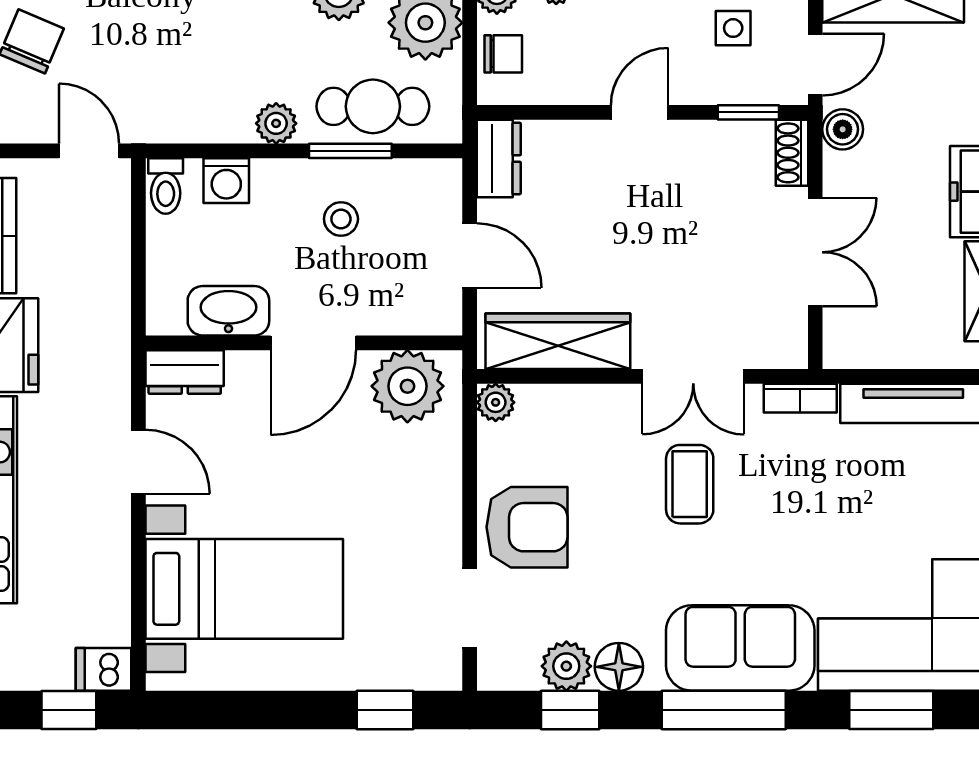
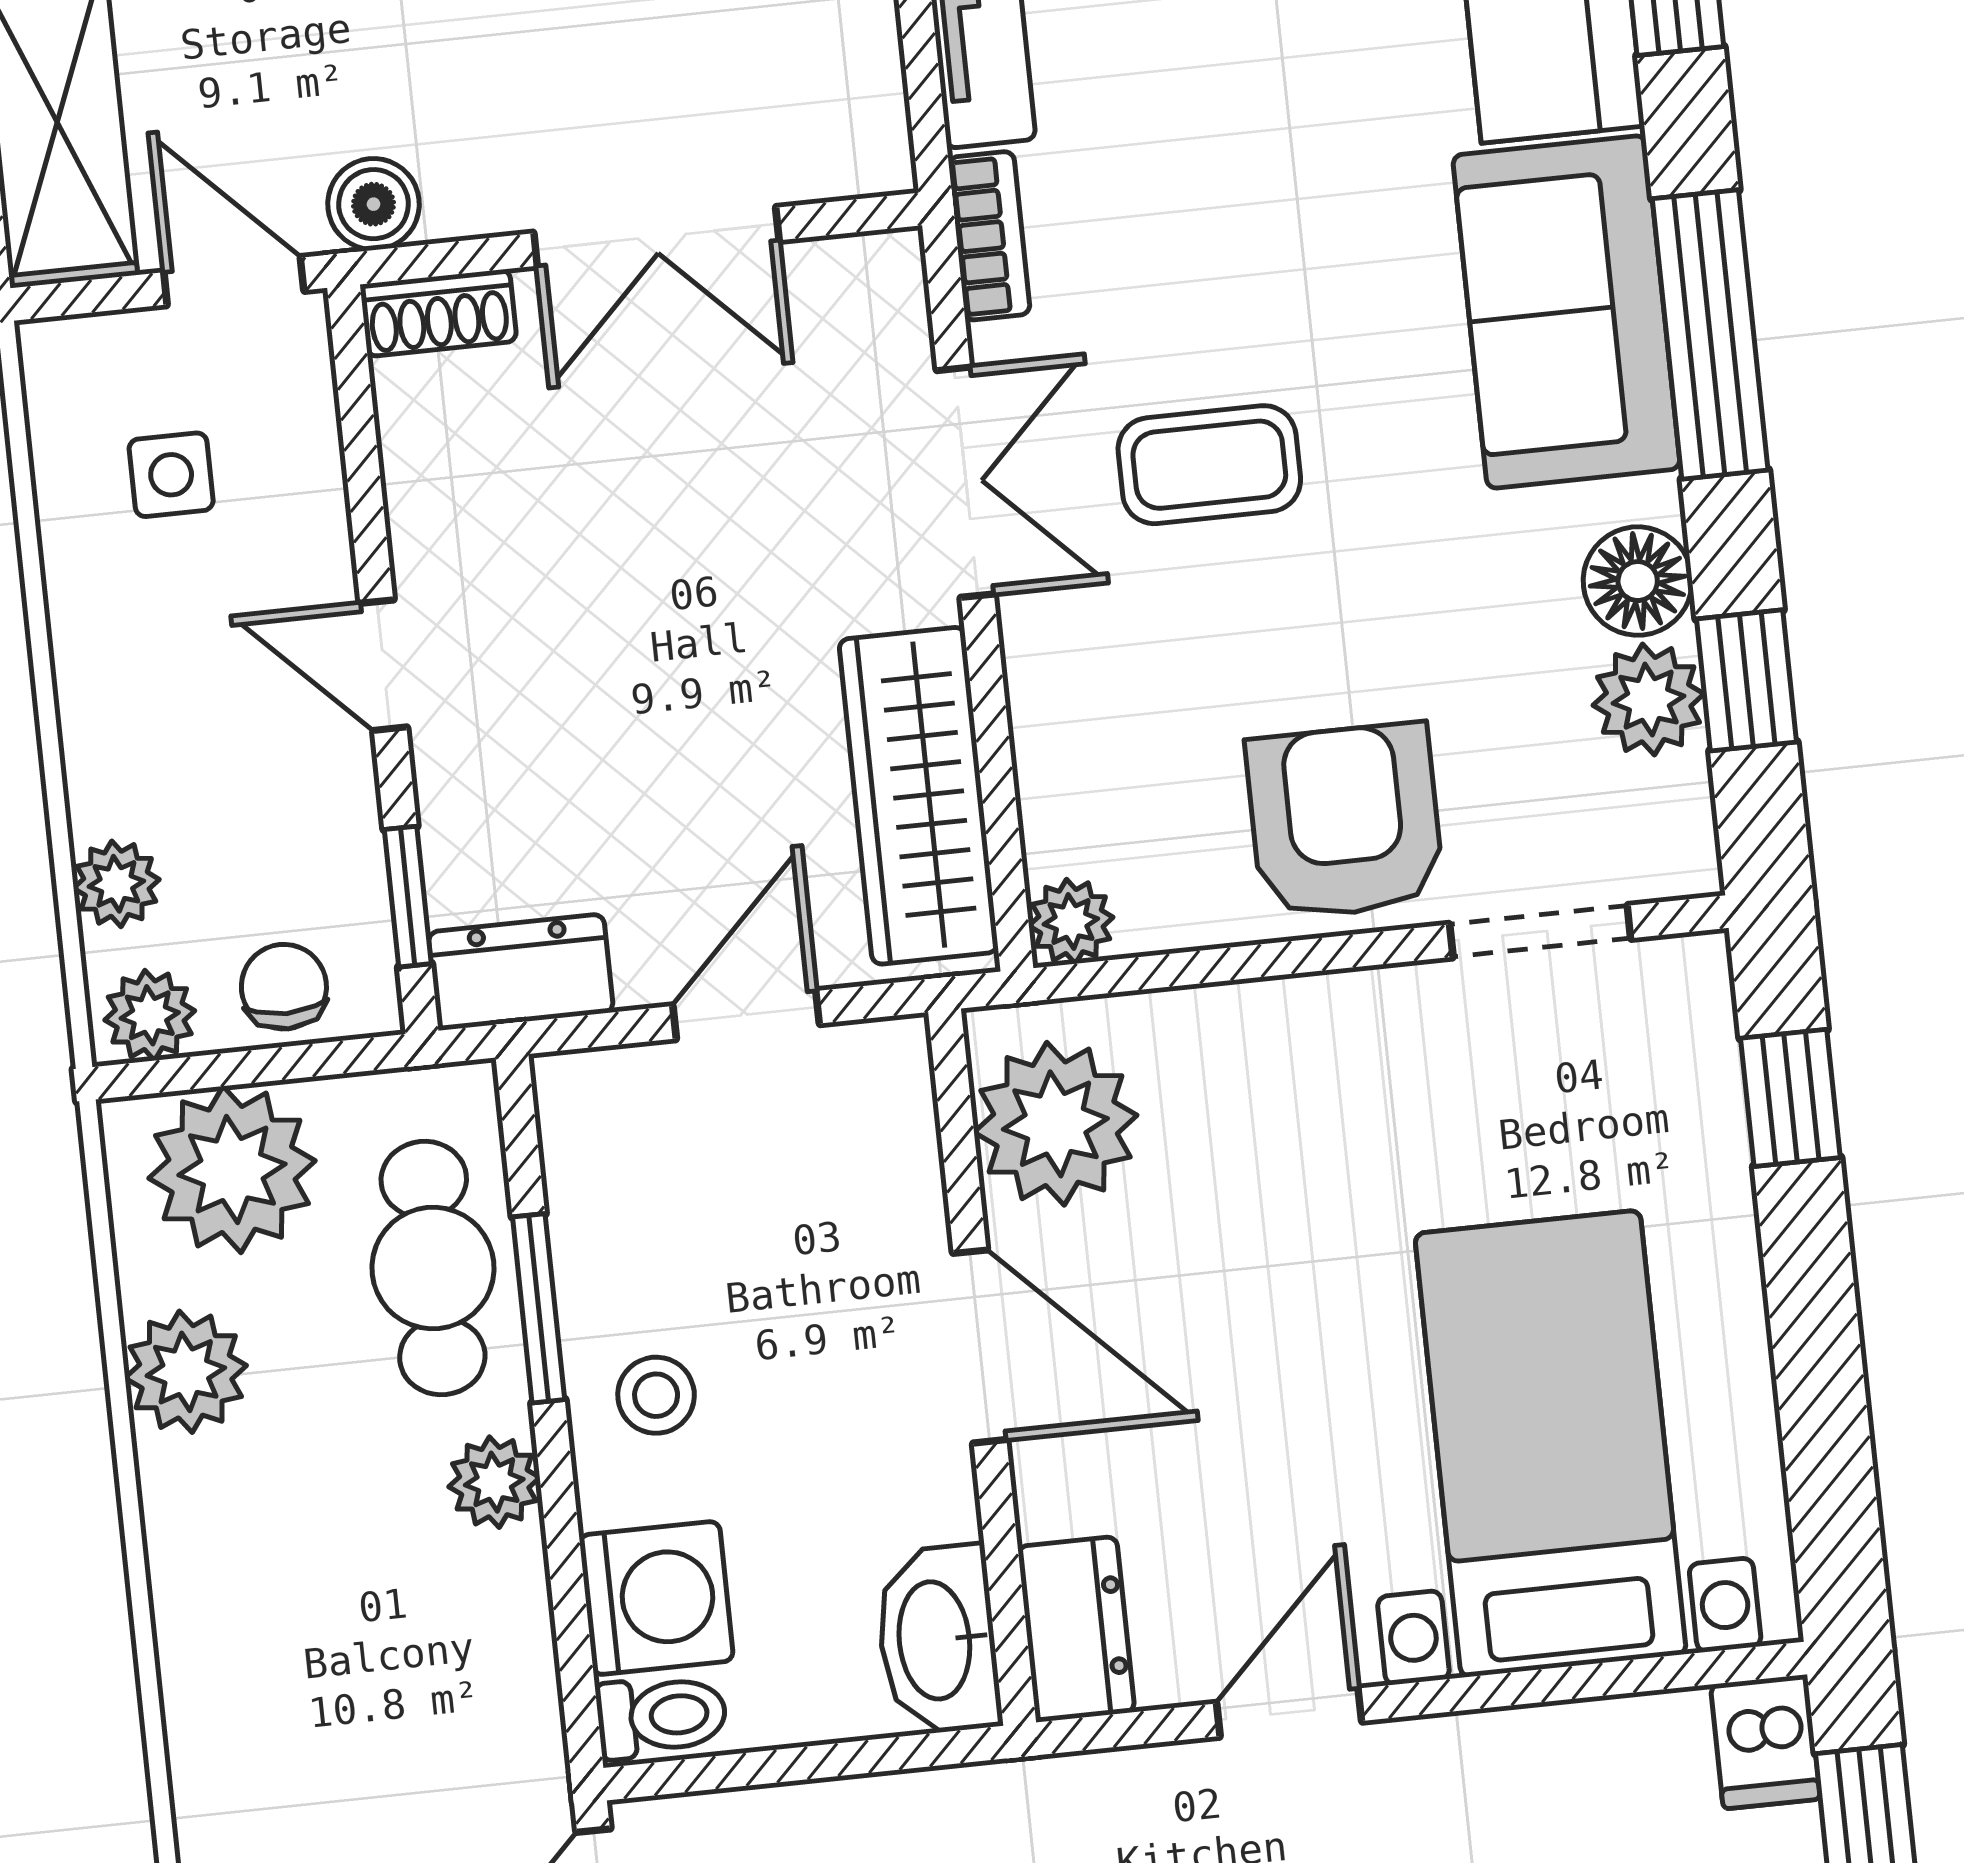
window: (748, 112) -> (408, 897), moved
washing machine: (226, 181) -> (656, 1598), width x1.38, depth x1.38
stool: (341, 219) -> (656, 1395), moved
double door: (815, 252) -> (656, 237), swing flipped
washbasin: (228, 311) -> (938, 1640), moved

